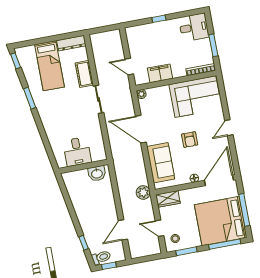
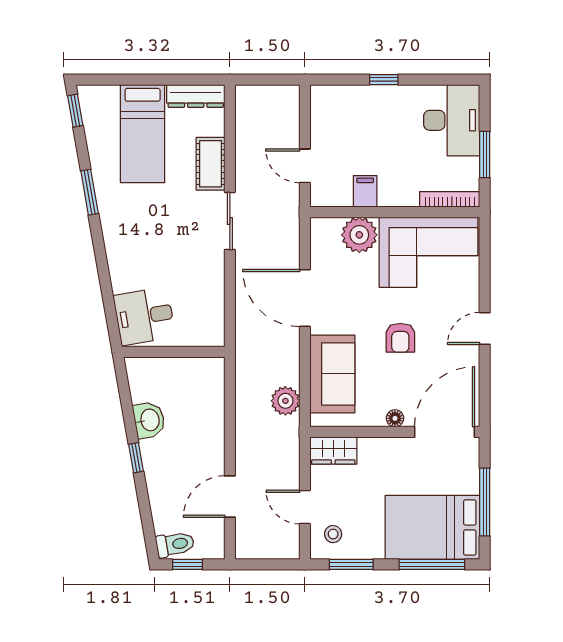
desk: (194, 27) -> (452, 120), width x1.37
filing cabinet: (160, 73) -> (365, 191), width x0.50
plant: (141, 94) -> (359, 235), moved, width x1.88, depth x1.88
desk: (77, 152) -> (144, 316), moved, turned 80
washbasin: (97, 173) -> (149, 420), moved, turned -100
plant: (143, 192) -> (285, 401), moved
bed: (221, 221) -> (432, 527), width x0.73
window: (84, 243) -> (136, 458), moved

